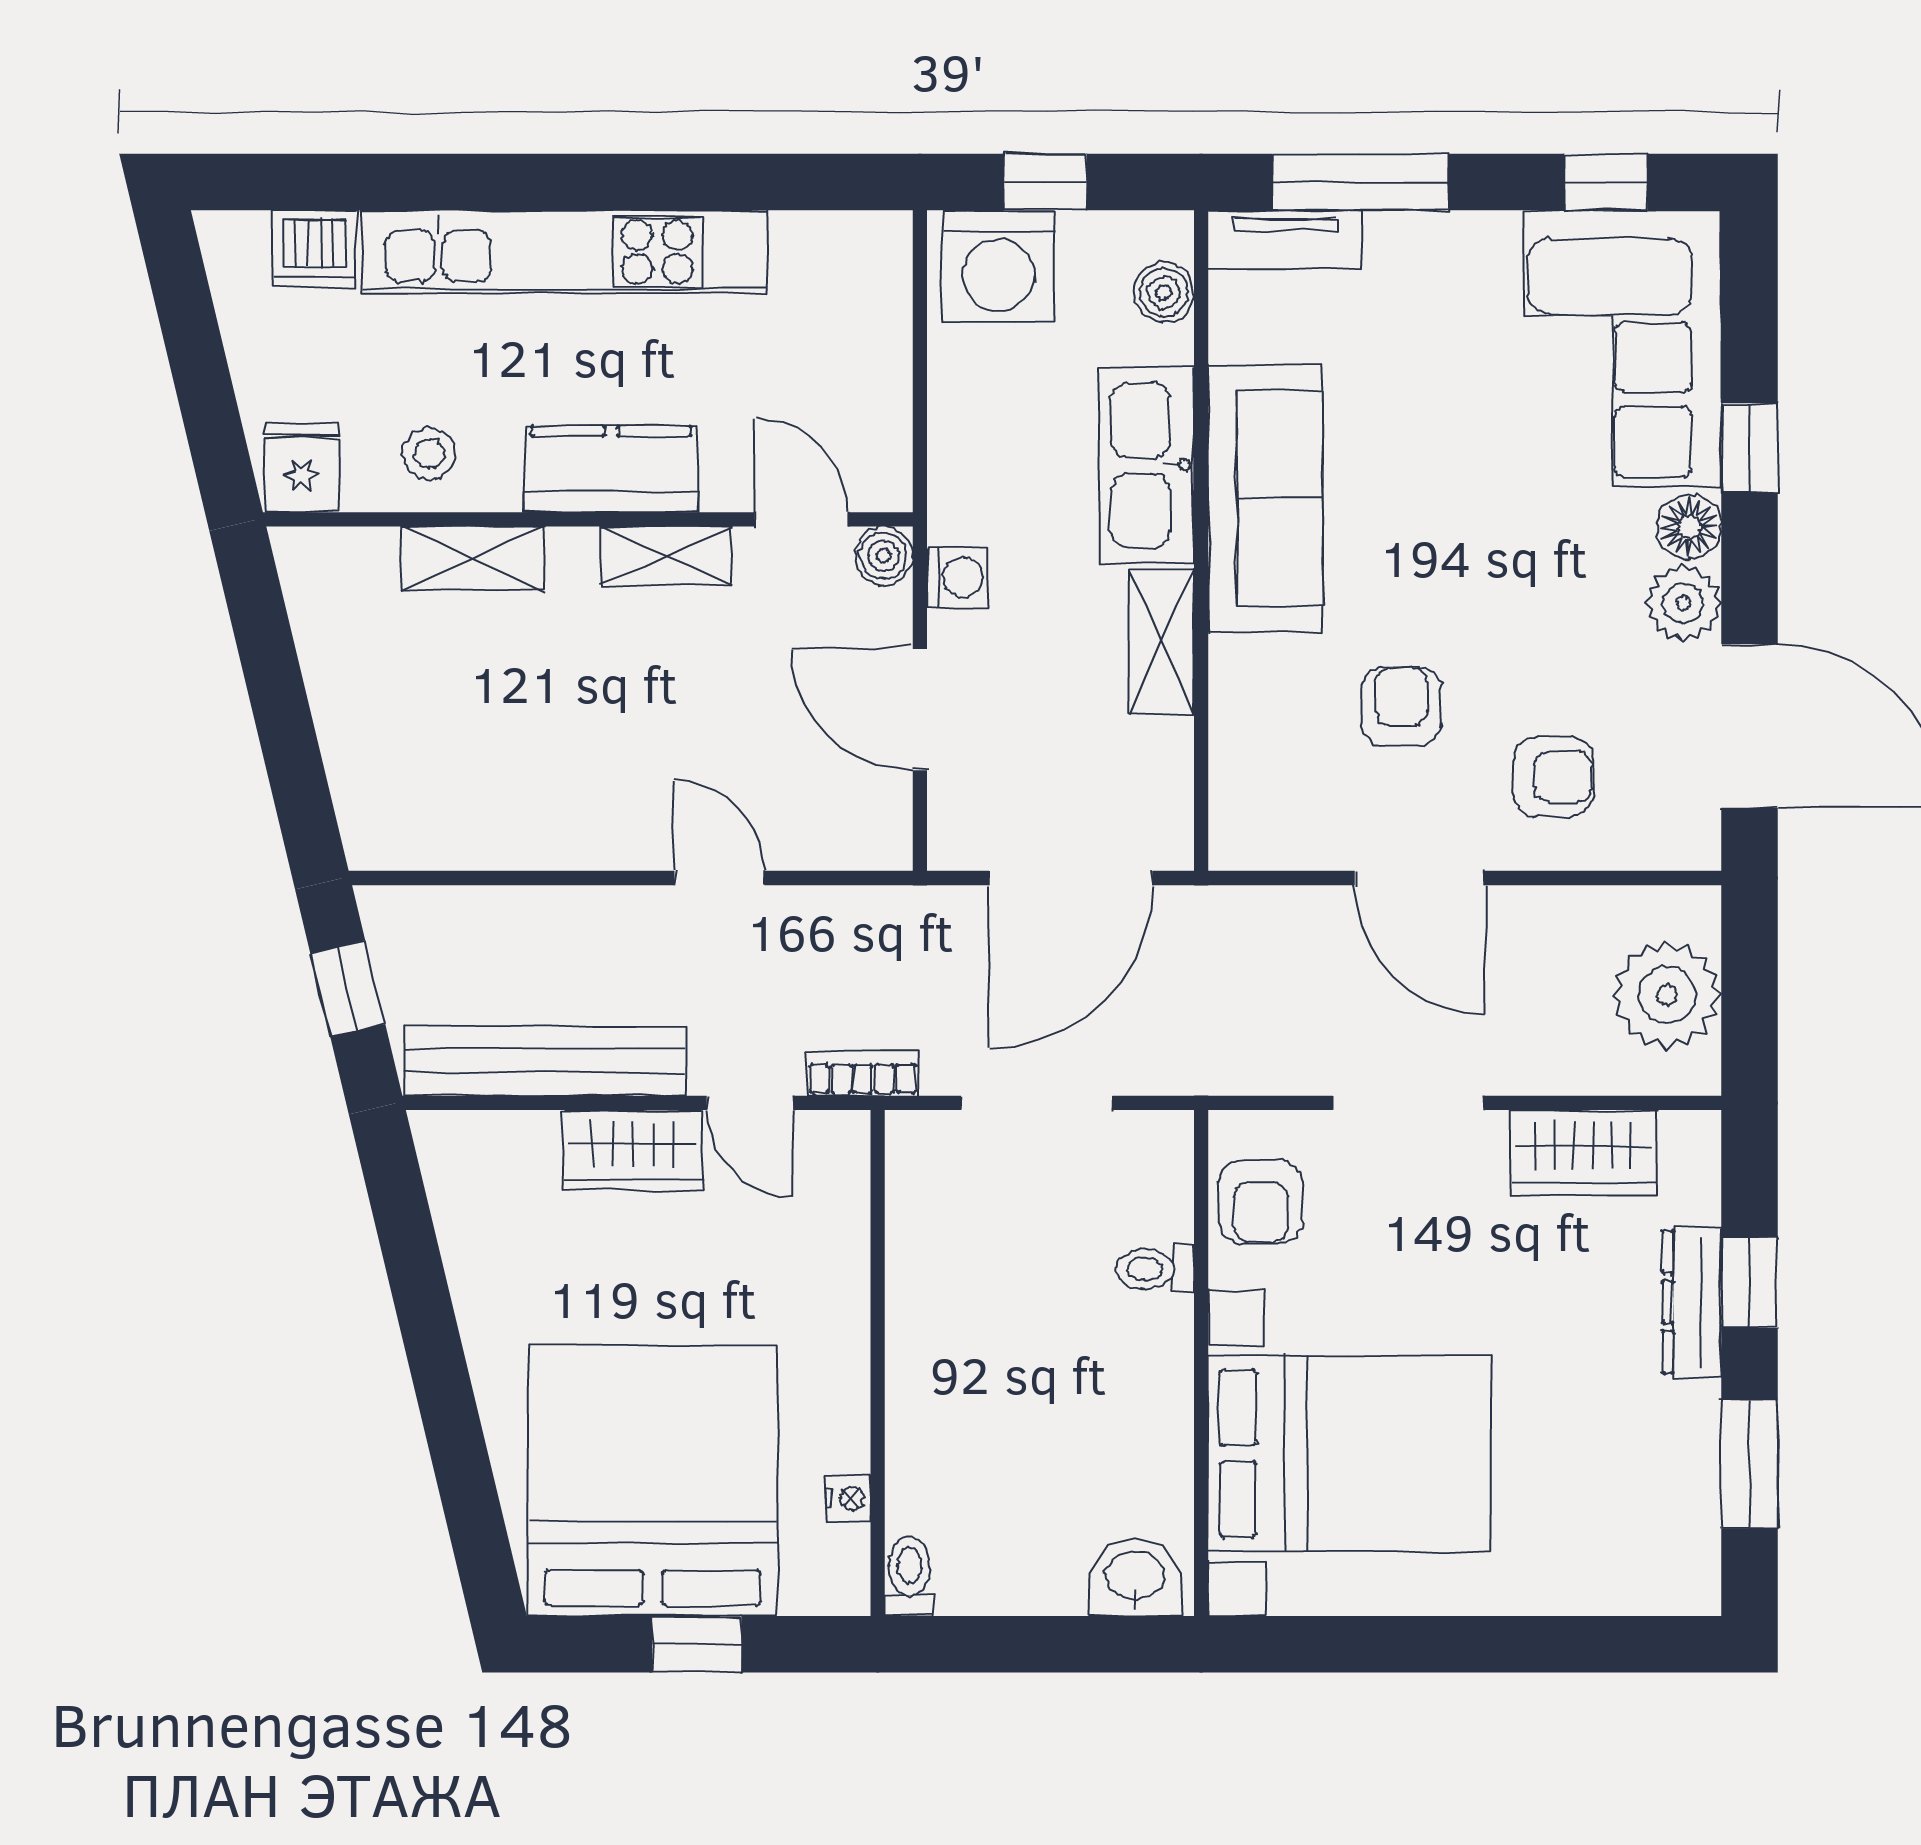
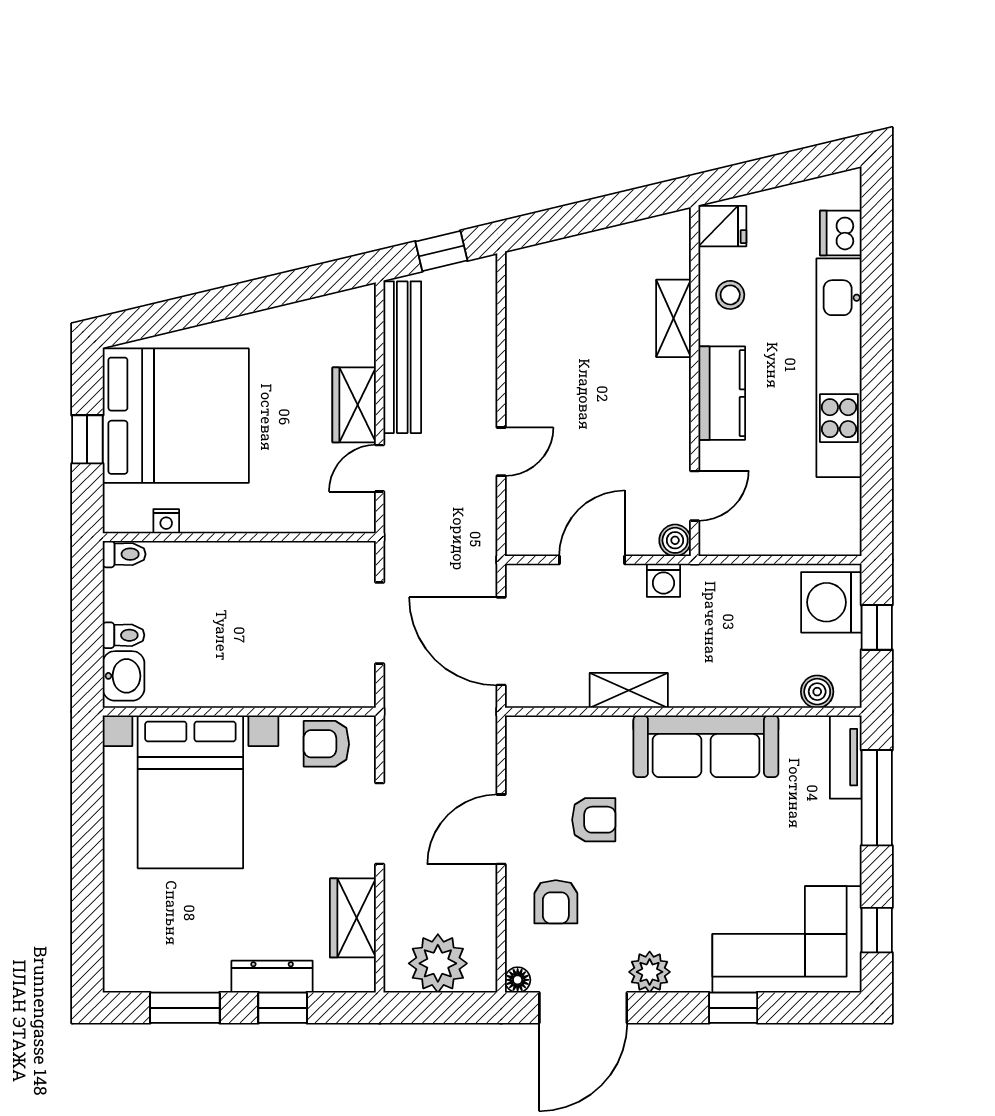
kitchen sink: (1147, 465) -> (724, 682), removed
floor lamp: (1689, 527) -> (518, 980), moved, width x0.73, depth x0.73
shelving: (666, 556) -> (675, 423), removed
bookcase: (863, 1073) -> (396, 529), removed
toilet: (1155, 1269) -> (123, 635), moved, turned 90

